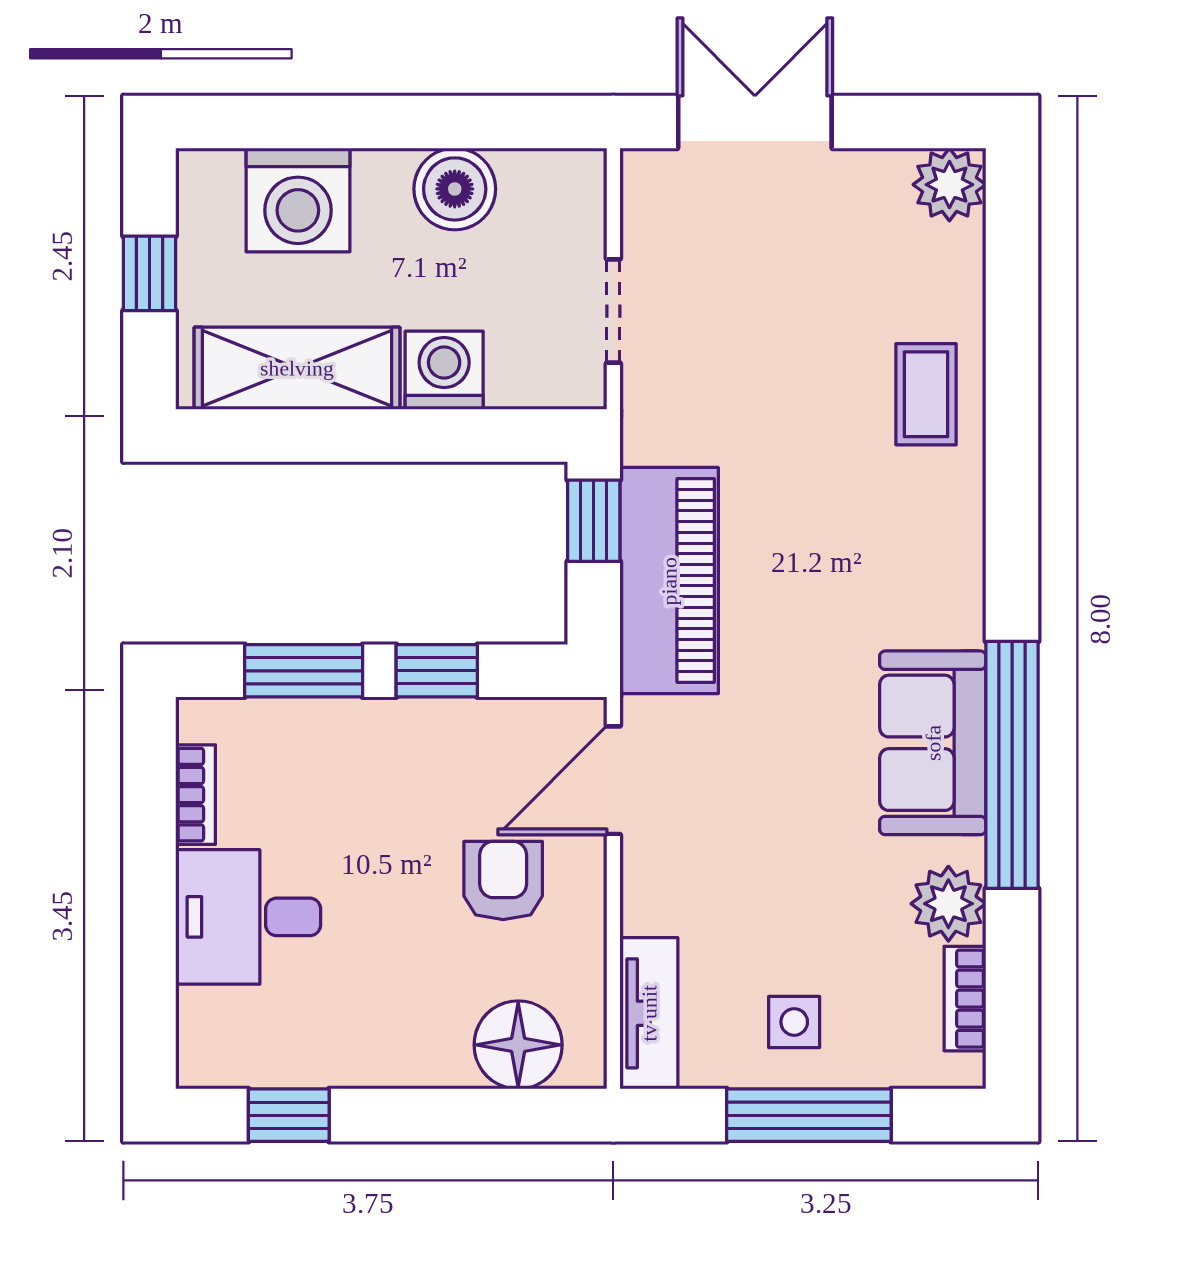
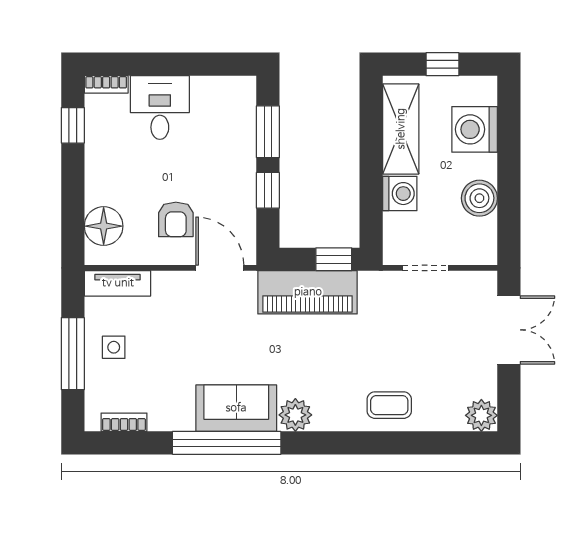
bookcase: (196, 795) -> (106, 84), moved
armchair: (503, 880) -> (176, 219), turned 90
plant: (948, 904) -> (295, 415), moved

